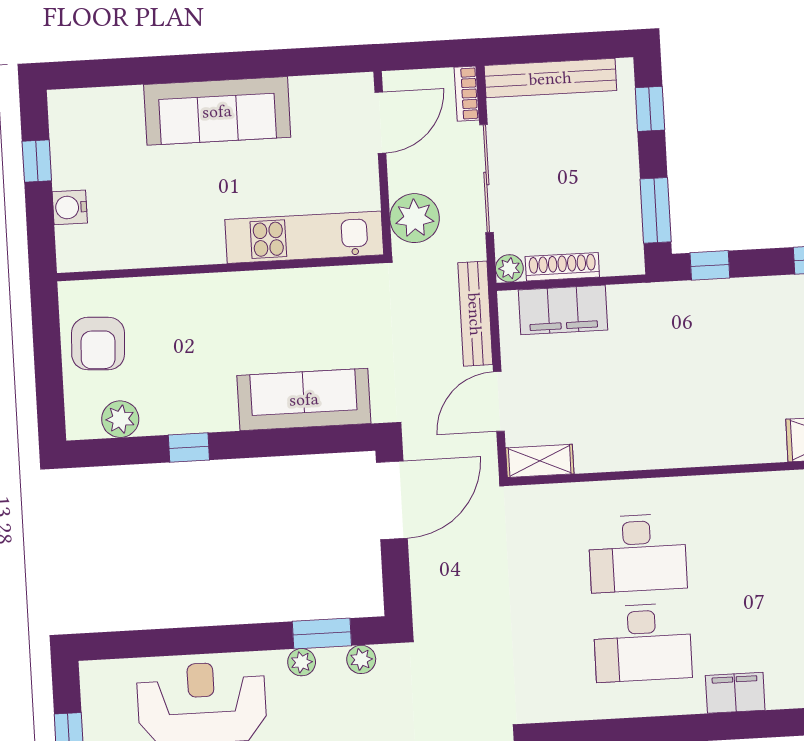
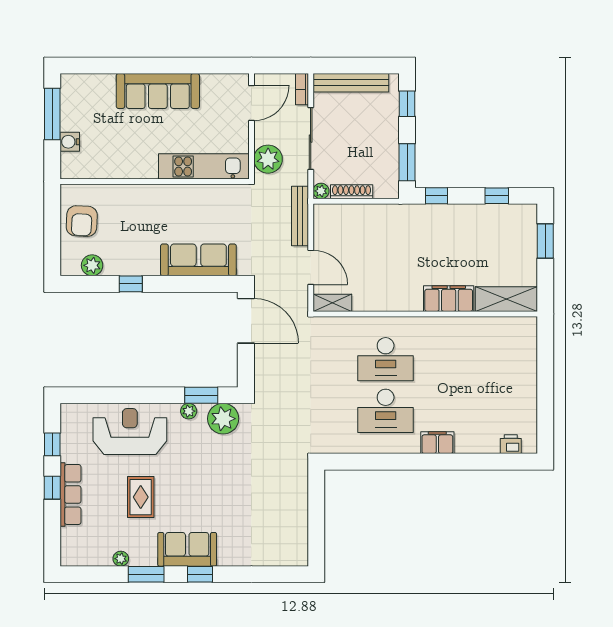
window: (37, 161) -> (52, 114), width x2.17
filing cabinet: (563, 310) -> (449, 299), moved, turned 180
door: (499, 401) -> (311, 267), swing flipped
door: (392, 500) -> (246, 321), hinge flipped
plant: (361, 659) -> (223, 419), width x1.88, depth x1.88

